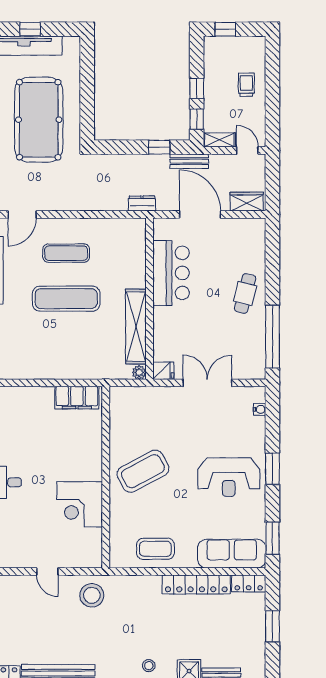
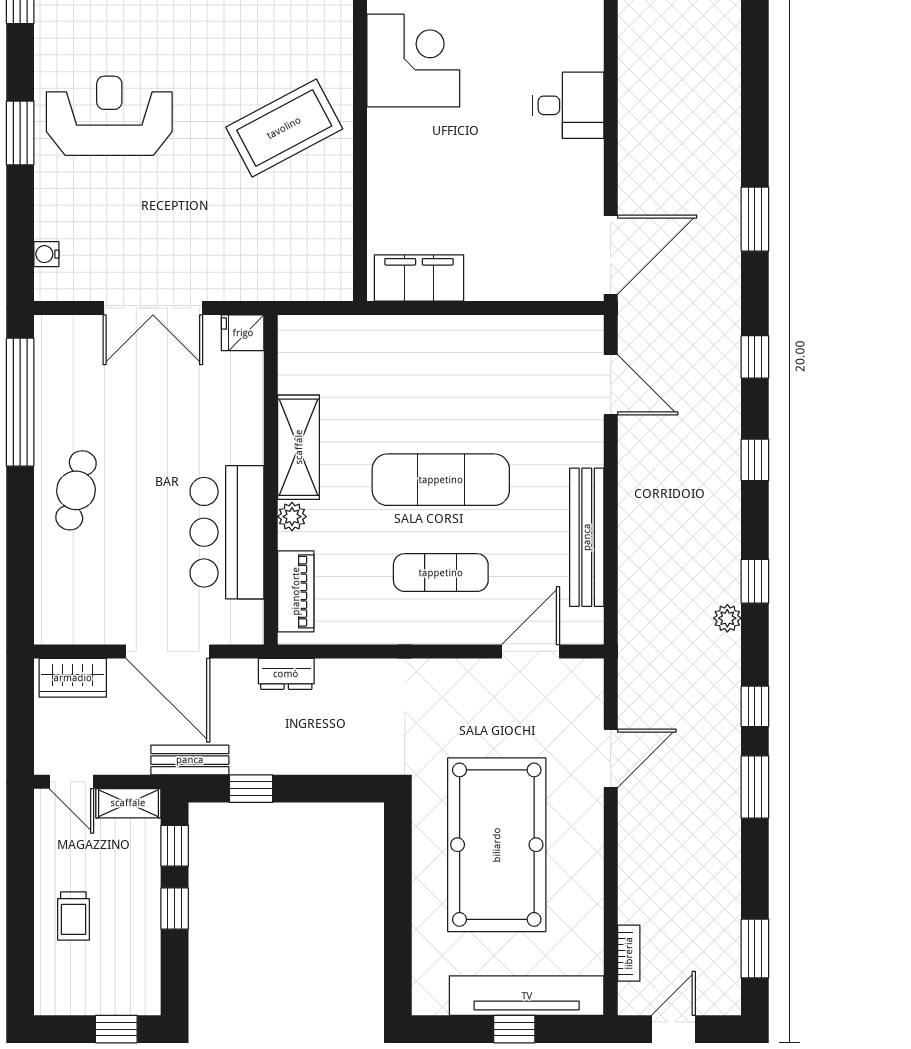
piano: (137, 244) -> (296, 591), added
shelving: (136, 327) -> (299, 447), width x0.68
plant: (139, 372) -> (292, 517), moved

